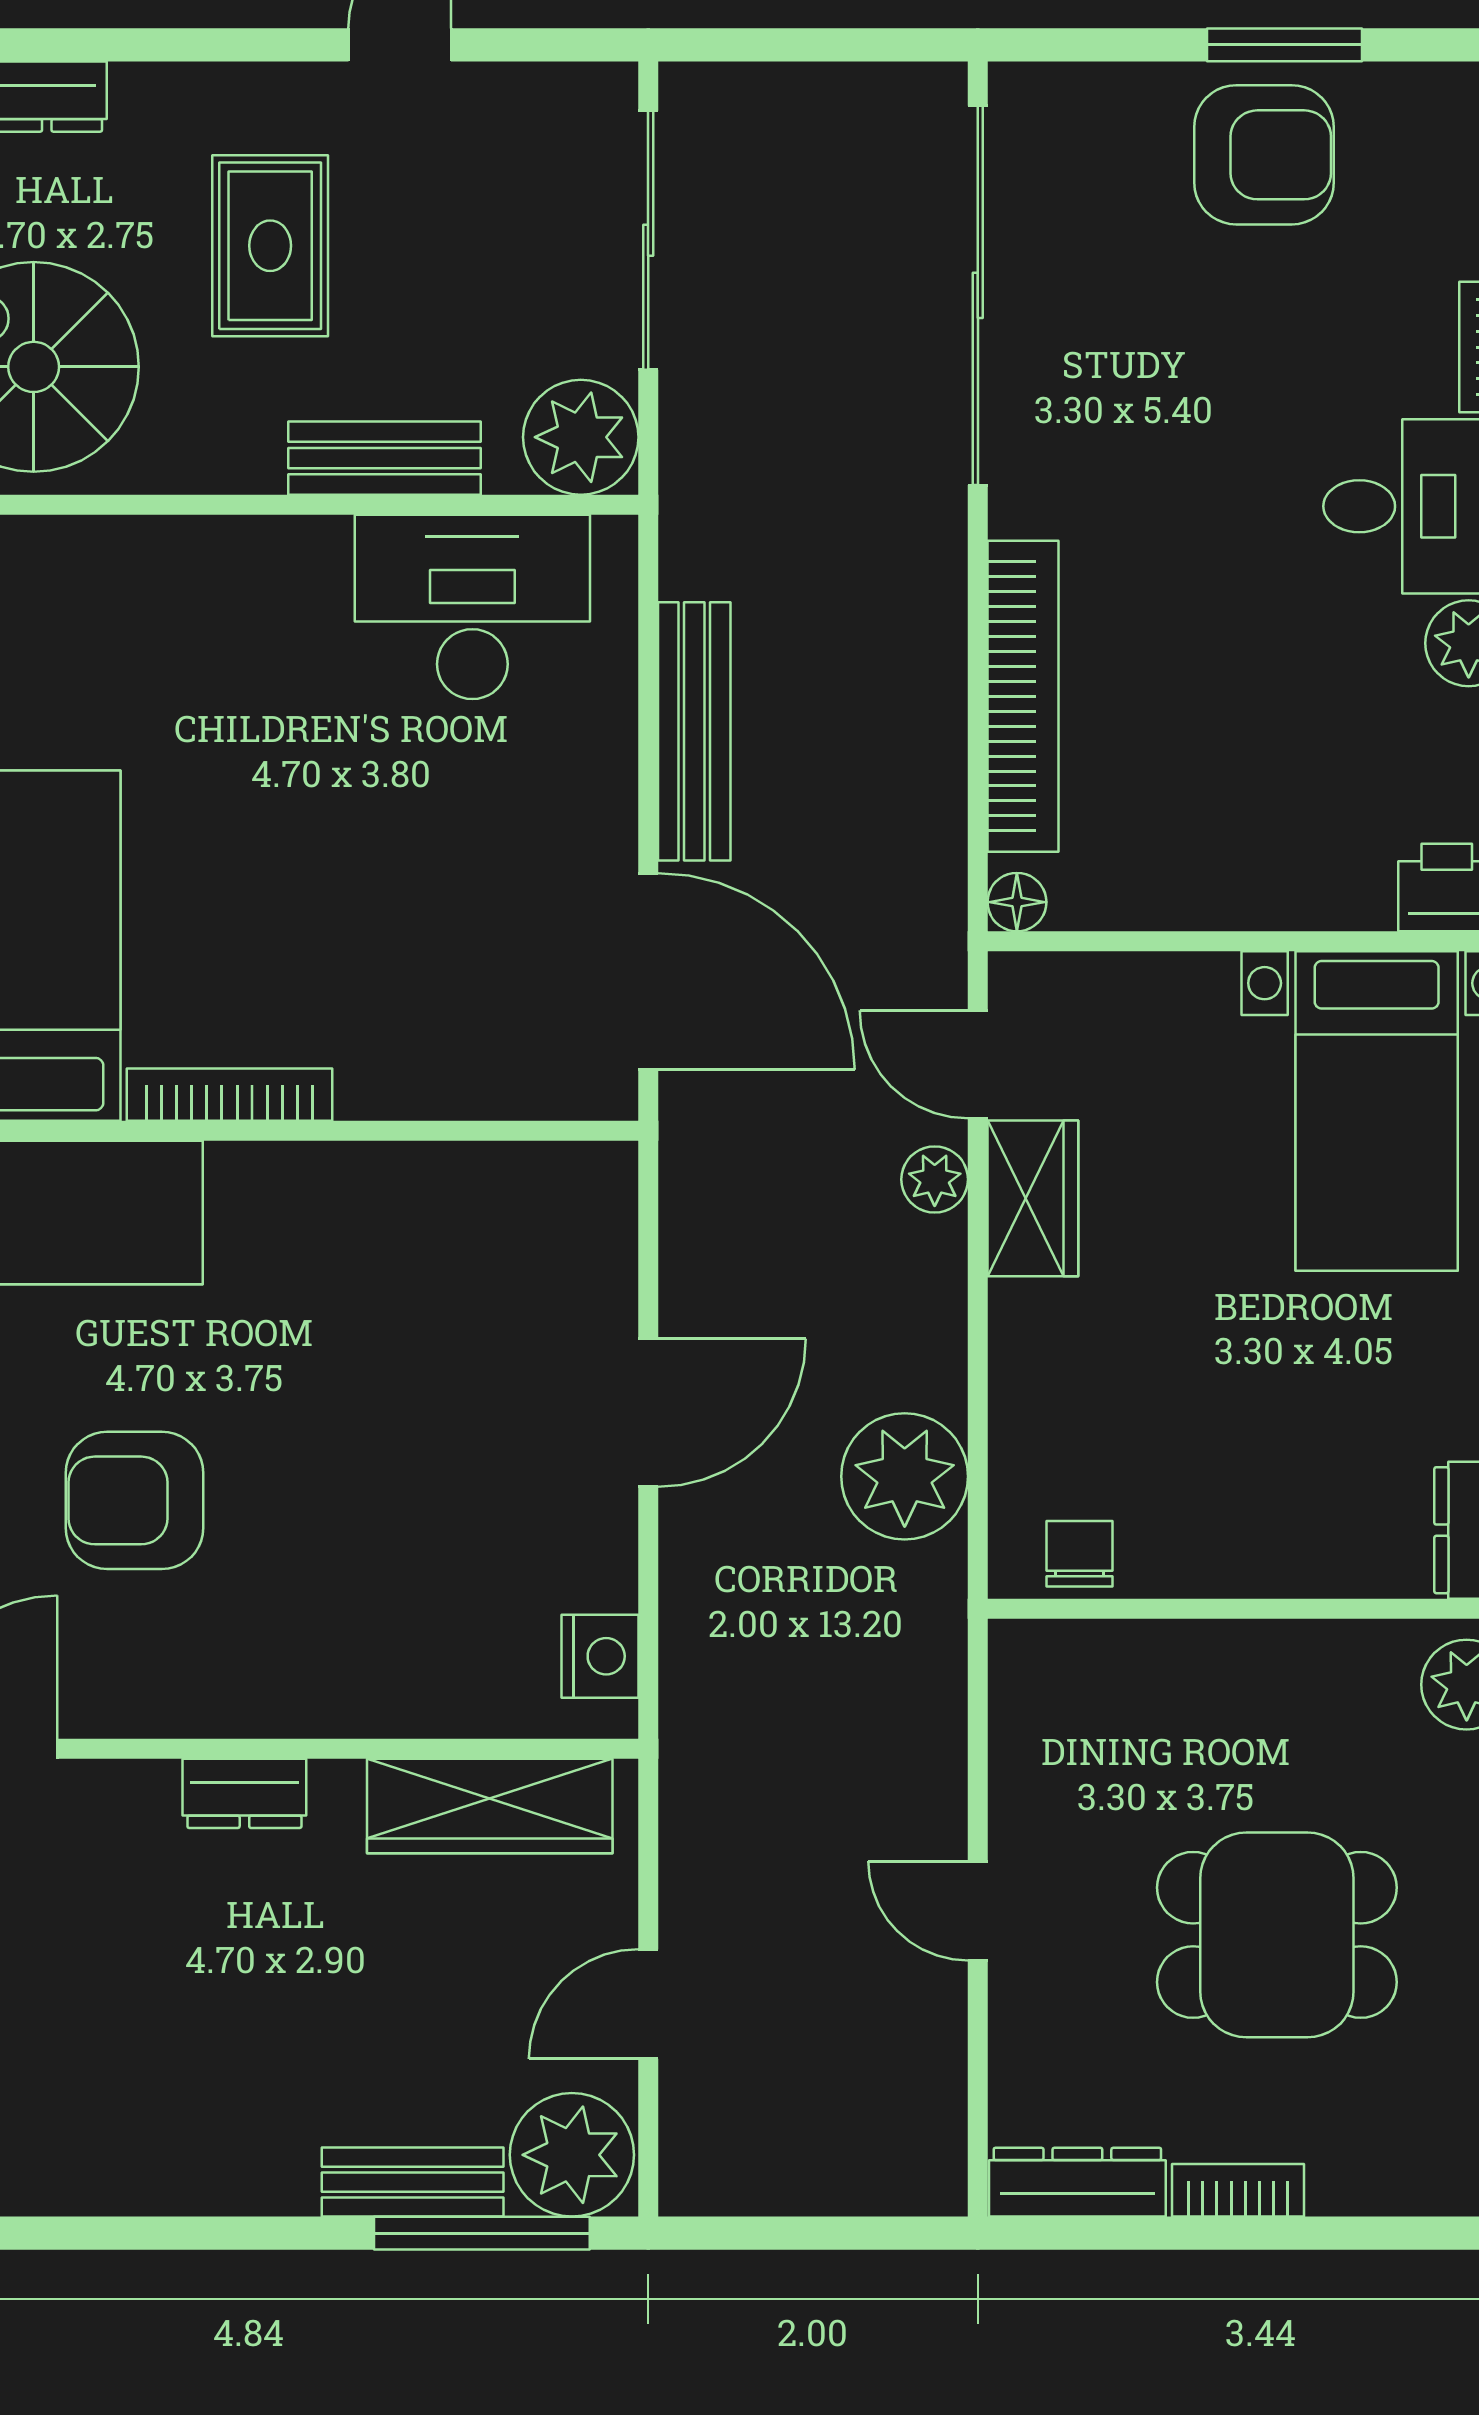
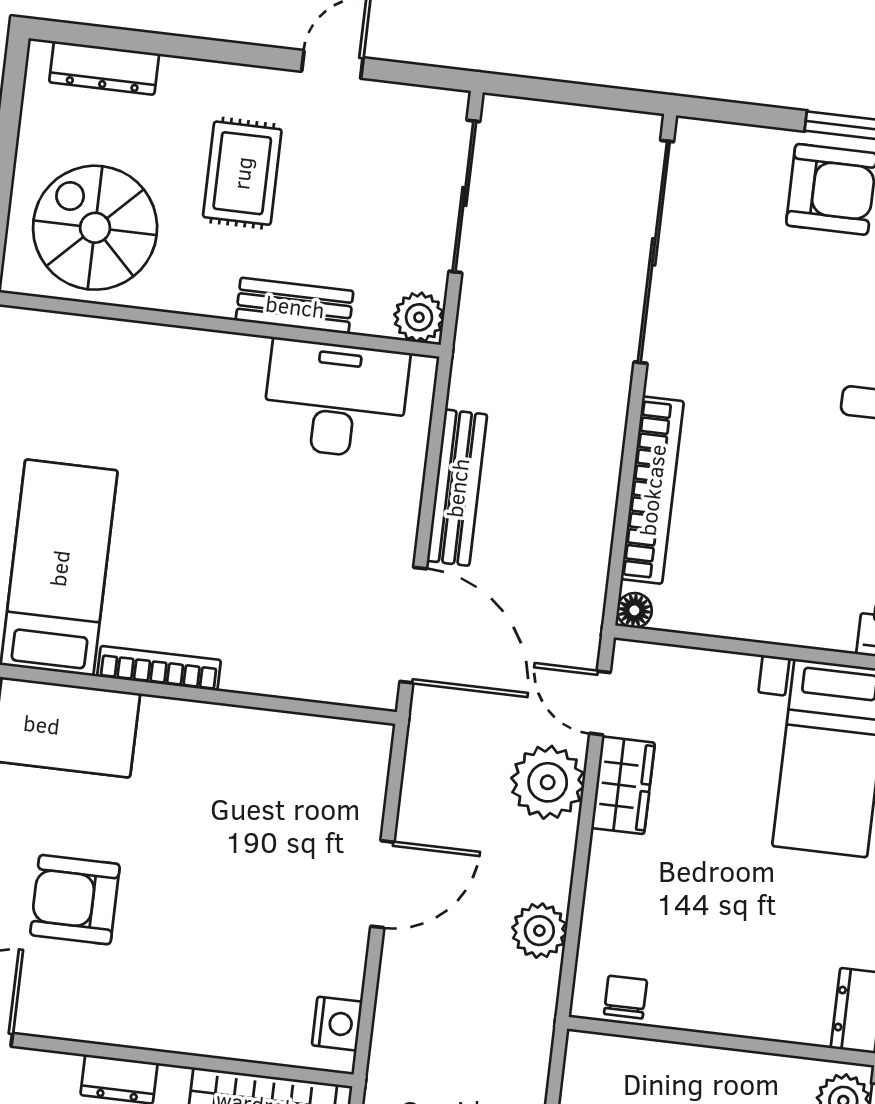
plant: (581, 437) -> (419, 317), width x0.73, depth x0.73
plant: (935, 1179) -> (548, 782), width x1.88, depth x1.88
plant: (905, 1476) -> (539, 931), width x0.73, depth x0.73

